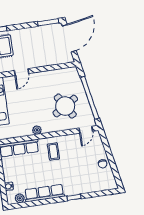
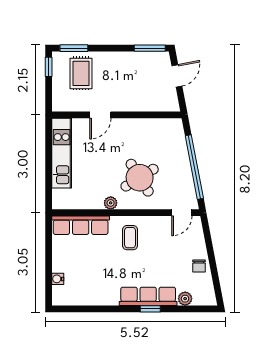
door: (69, 38) -> (177, 76), width x0.53
round table: (65, 106) -> (140, 178), moved
row of seats: (44, 193) -> (148, 296), moved
plant: (20, 198) -> (185, 299), moved

